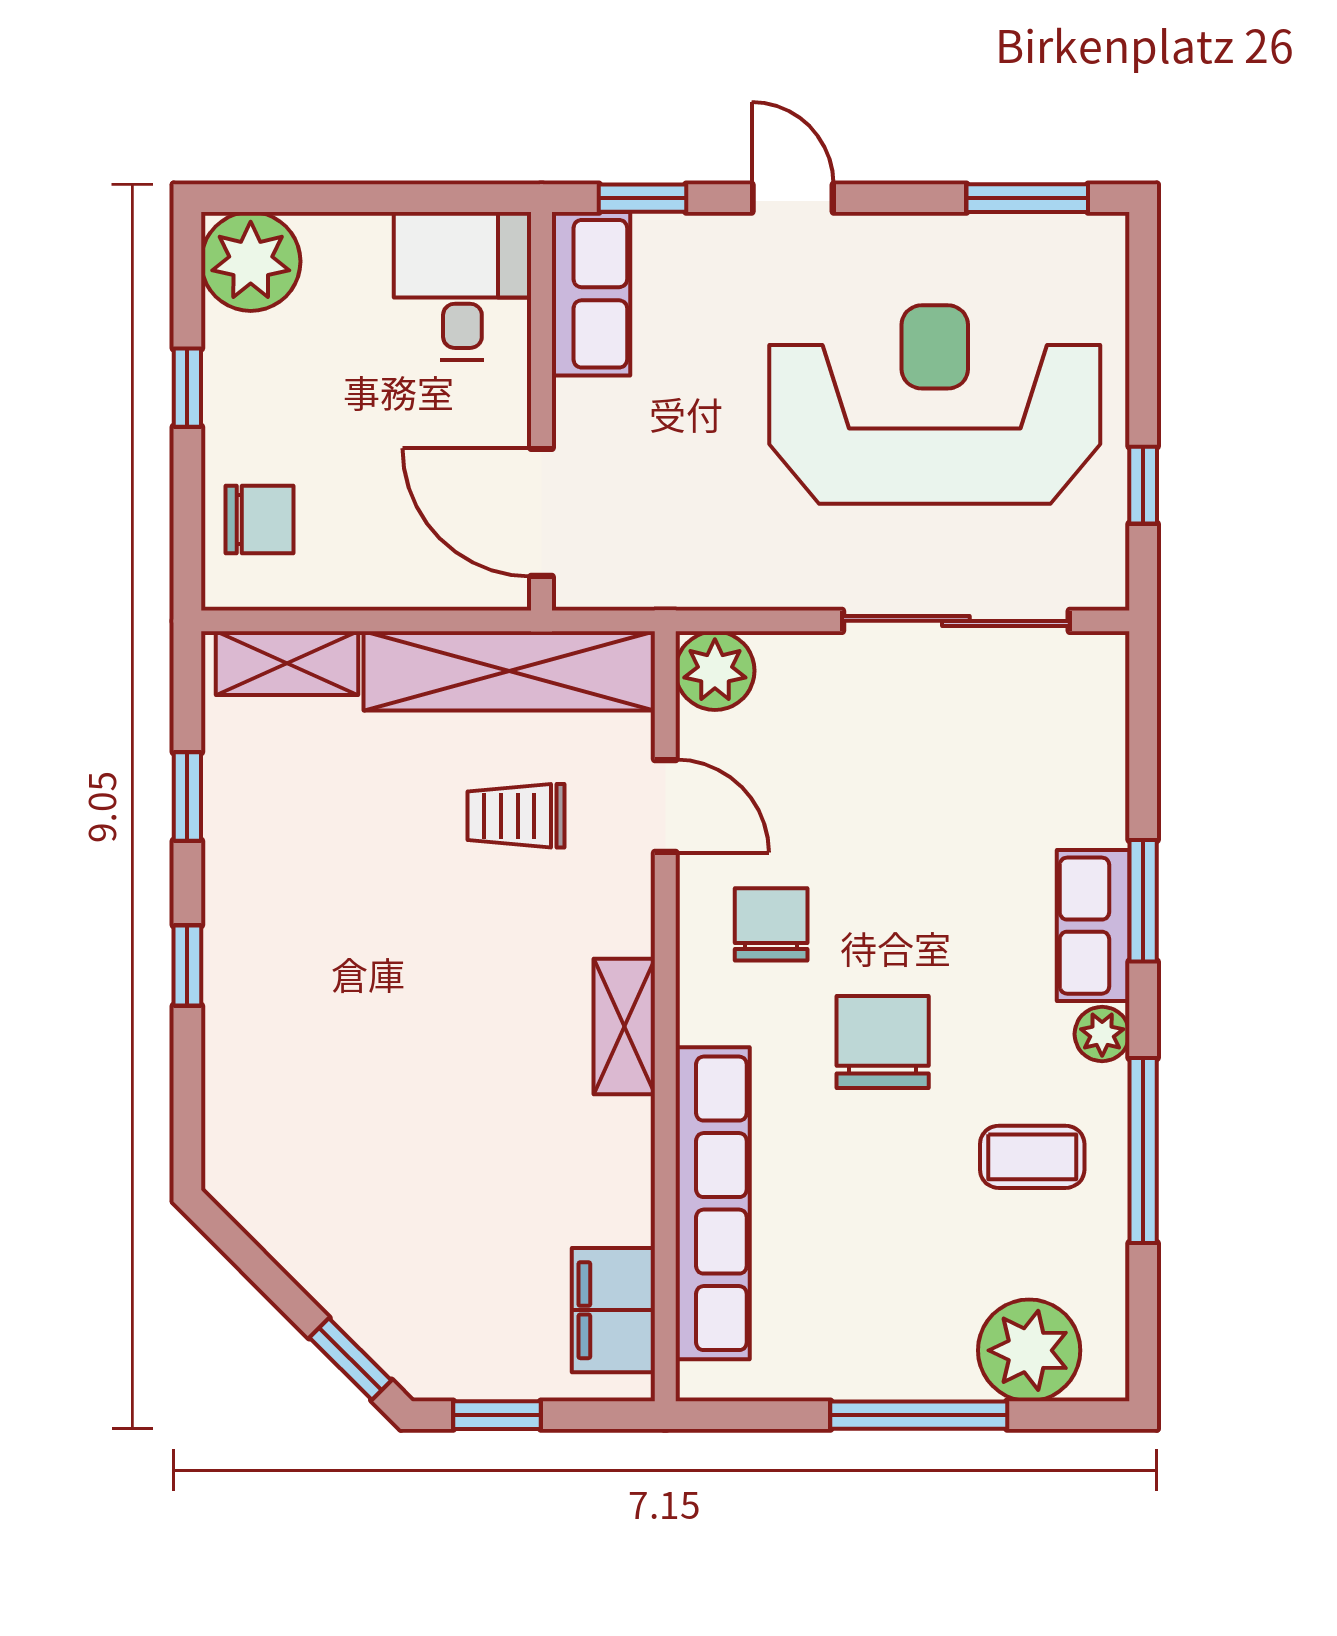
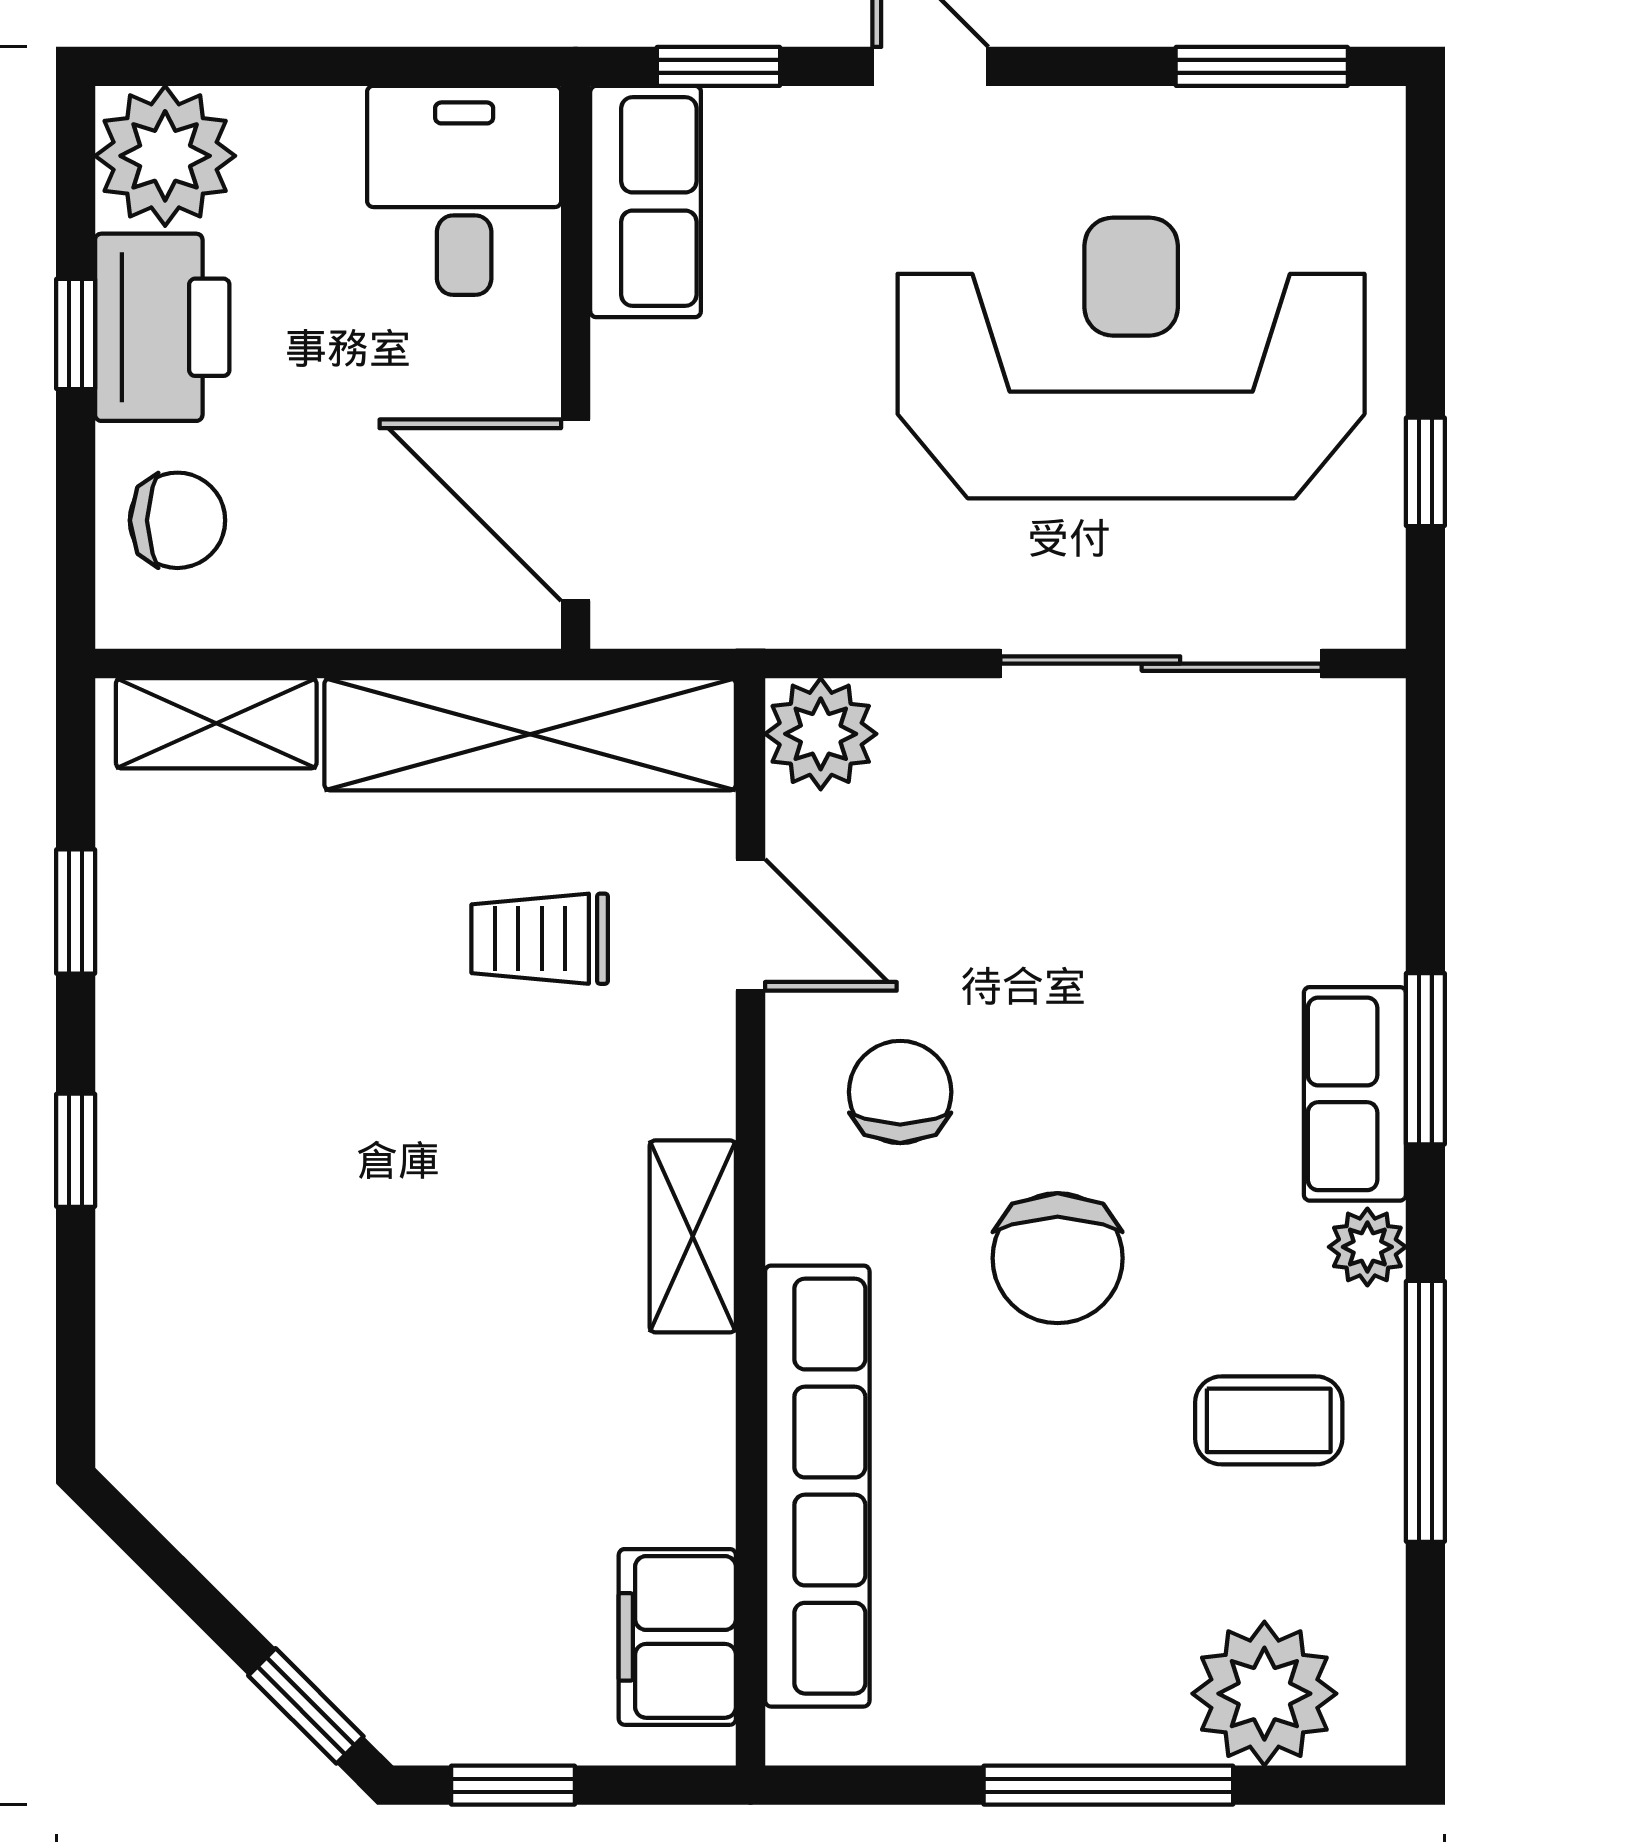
printer: (249, 383) -> (162, 327), added
chair: (883, 1042) -> (1058, 1258), turned 180

